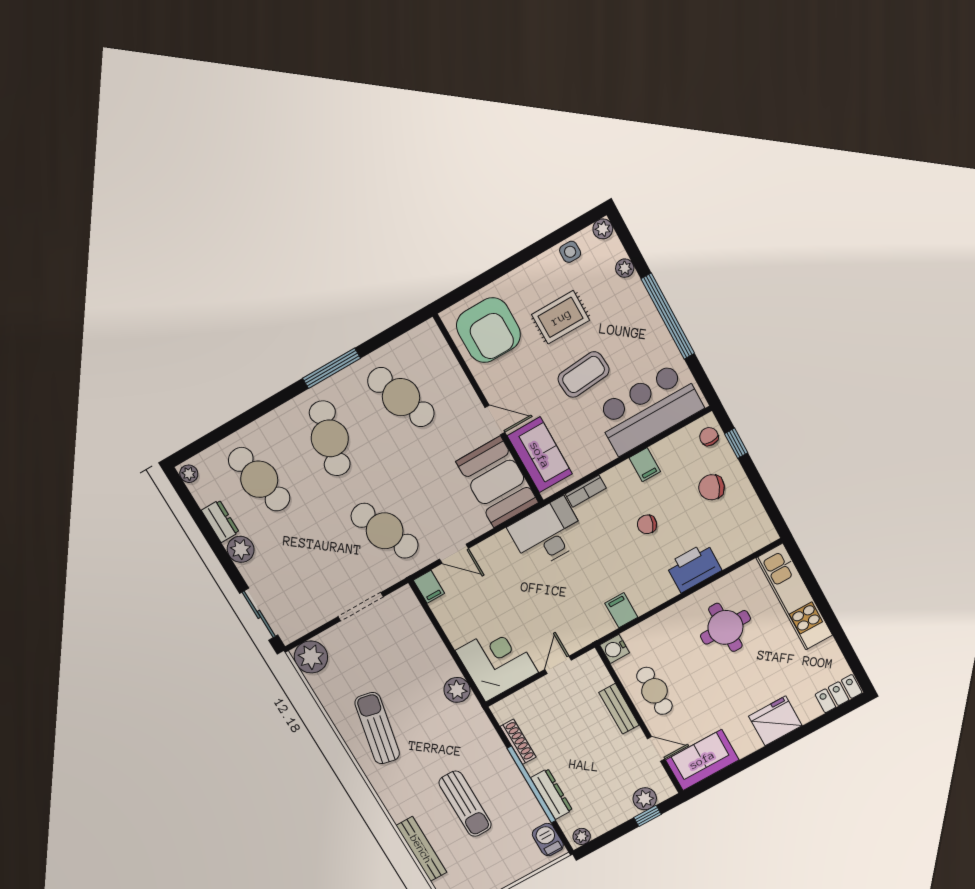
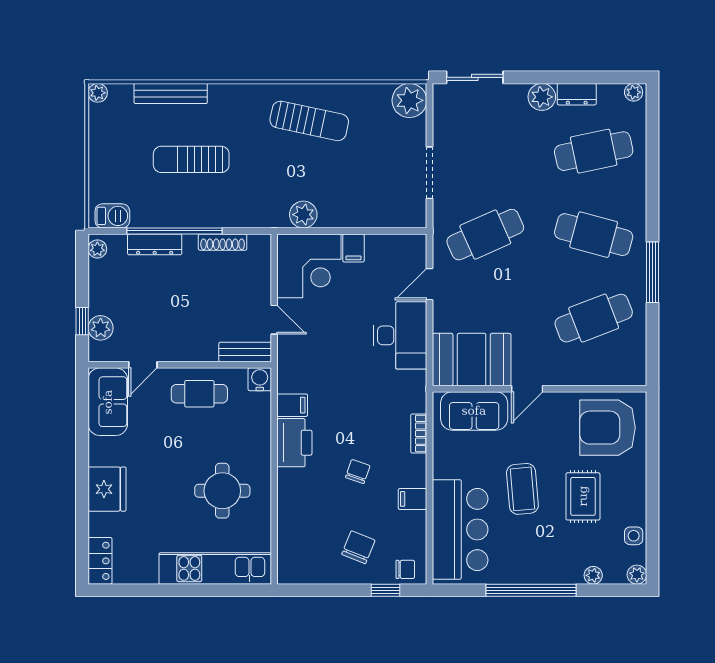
desk: (547, 534) -> (400, 335), moved
printer: (694, 567) -> (294, 443), moved
filing cabinet: (429, 587) -> (353, 248), moved, turned -90
bench: (619, 709) -> (245, 352), moved

